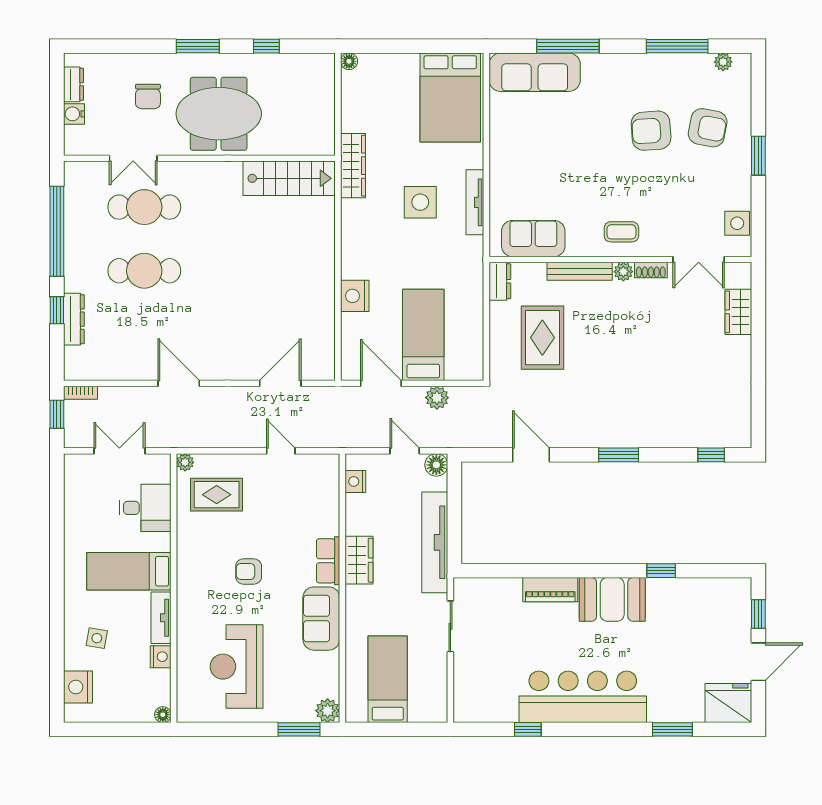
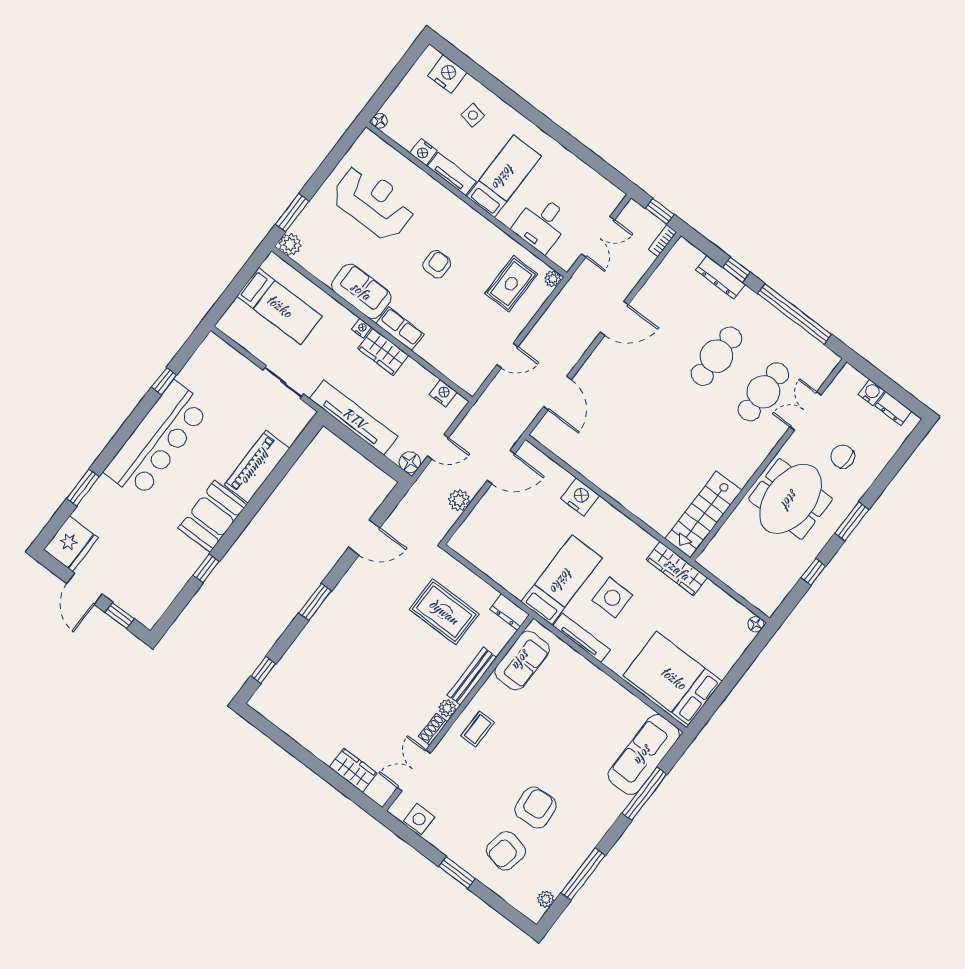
bed: (423, 335) -> (562, 580), moved, turned -90
piano: (550, 590) -> (257, 467), width x1.37, depth x1.33
nightstand: (353, 594) -> (362, 328), added

